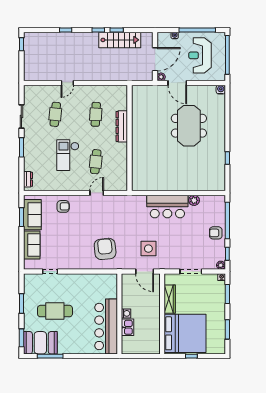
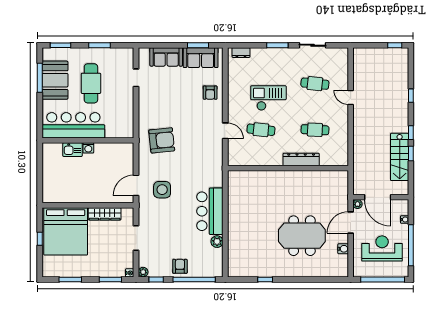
water cooler: (221, 90) -> (343, 249), moved
washing machine: (126, 313) -> (88, 148), moved
wall: (119, 314) -> (88, 140), moved
bar counter: (106, 327) -> (73, 125), moved
kitchen sink: (127, 327) -> (73, 150), moved
booth: (40, 343) -> (55, 80), moved

